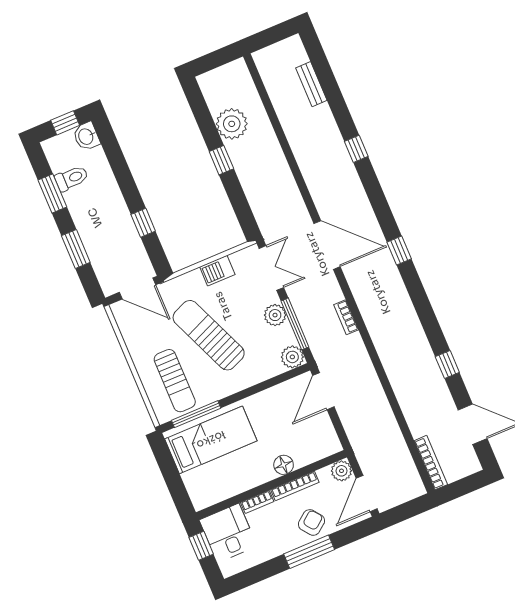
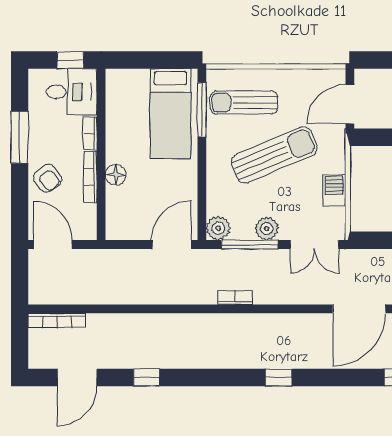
door: (327, 245) -> (359, 309), moved
door: (323, 391) -> (172, 244), hinge flipped
plant: (341, 471) -> (86, 229), removed
window: (309, 552) -> (20, 137), moved

